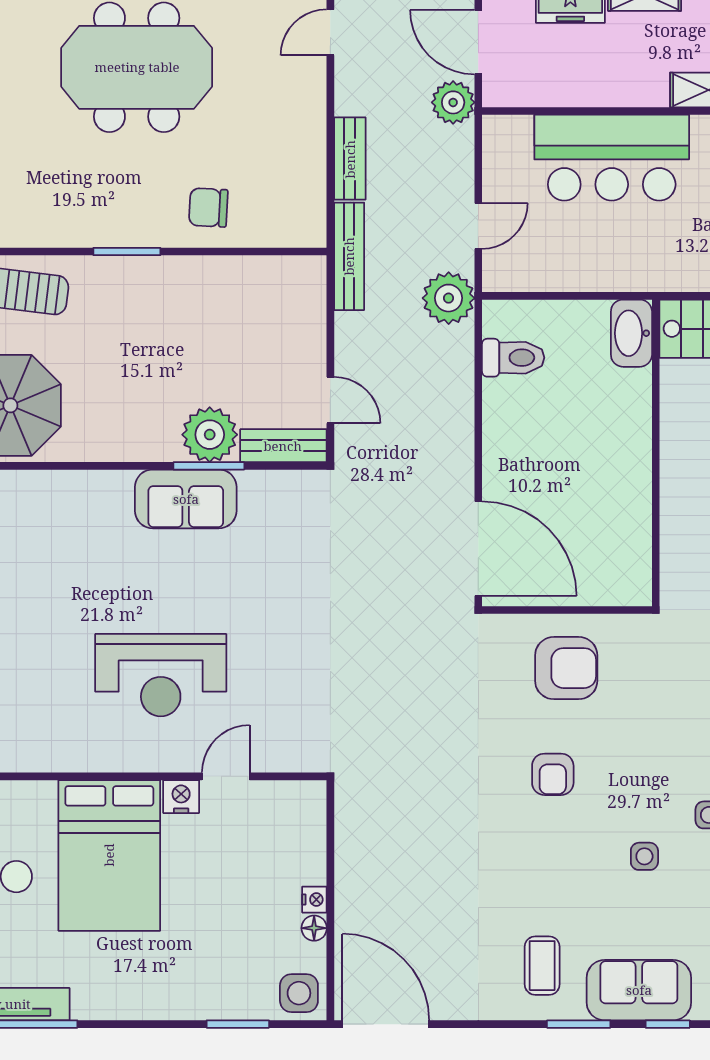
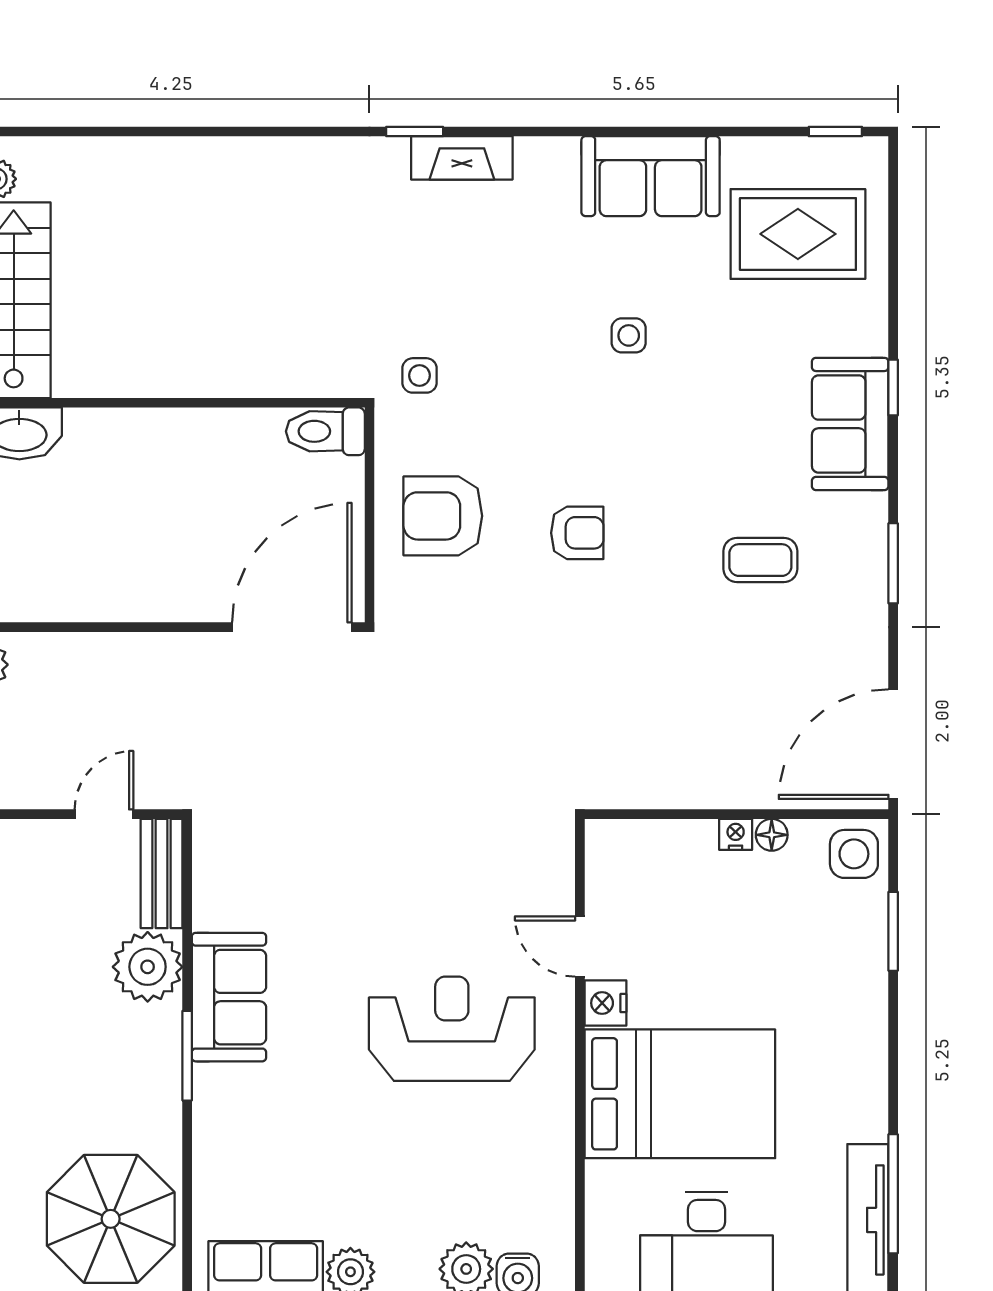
toilet: (513, 358) -> (325, 431), moved, turned -90
window: (209, 466) -> (187, 1056), moved
armchair: (566, 668) -> (443, 516), turned -90
reception desk: (161, 675) -> (452, 1029), turned -90
side table: (644, 856) -> (420, 375), moved
coffee table: (542, 966) -> (760, 560), moved
window: (579, 1024) -> (893, 563), moved

